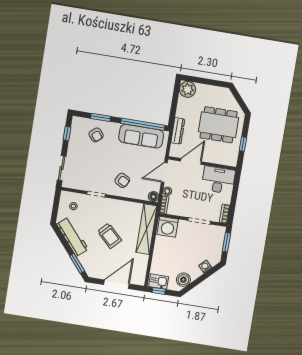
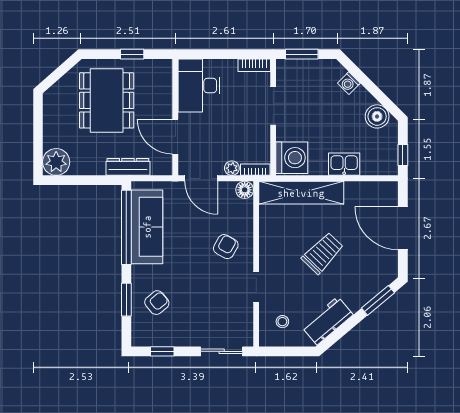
workbench: (72, 237) -> (327, 321), width x0.73
kitchen sink: (159, 282) -> (344, 164), moved, turned 90

